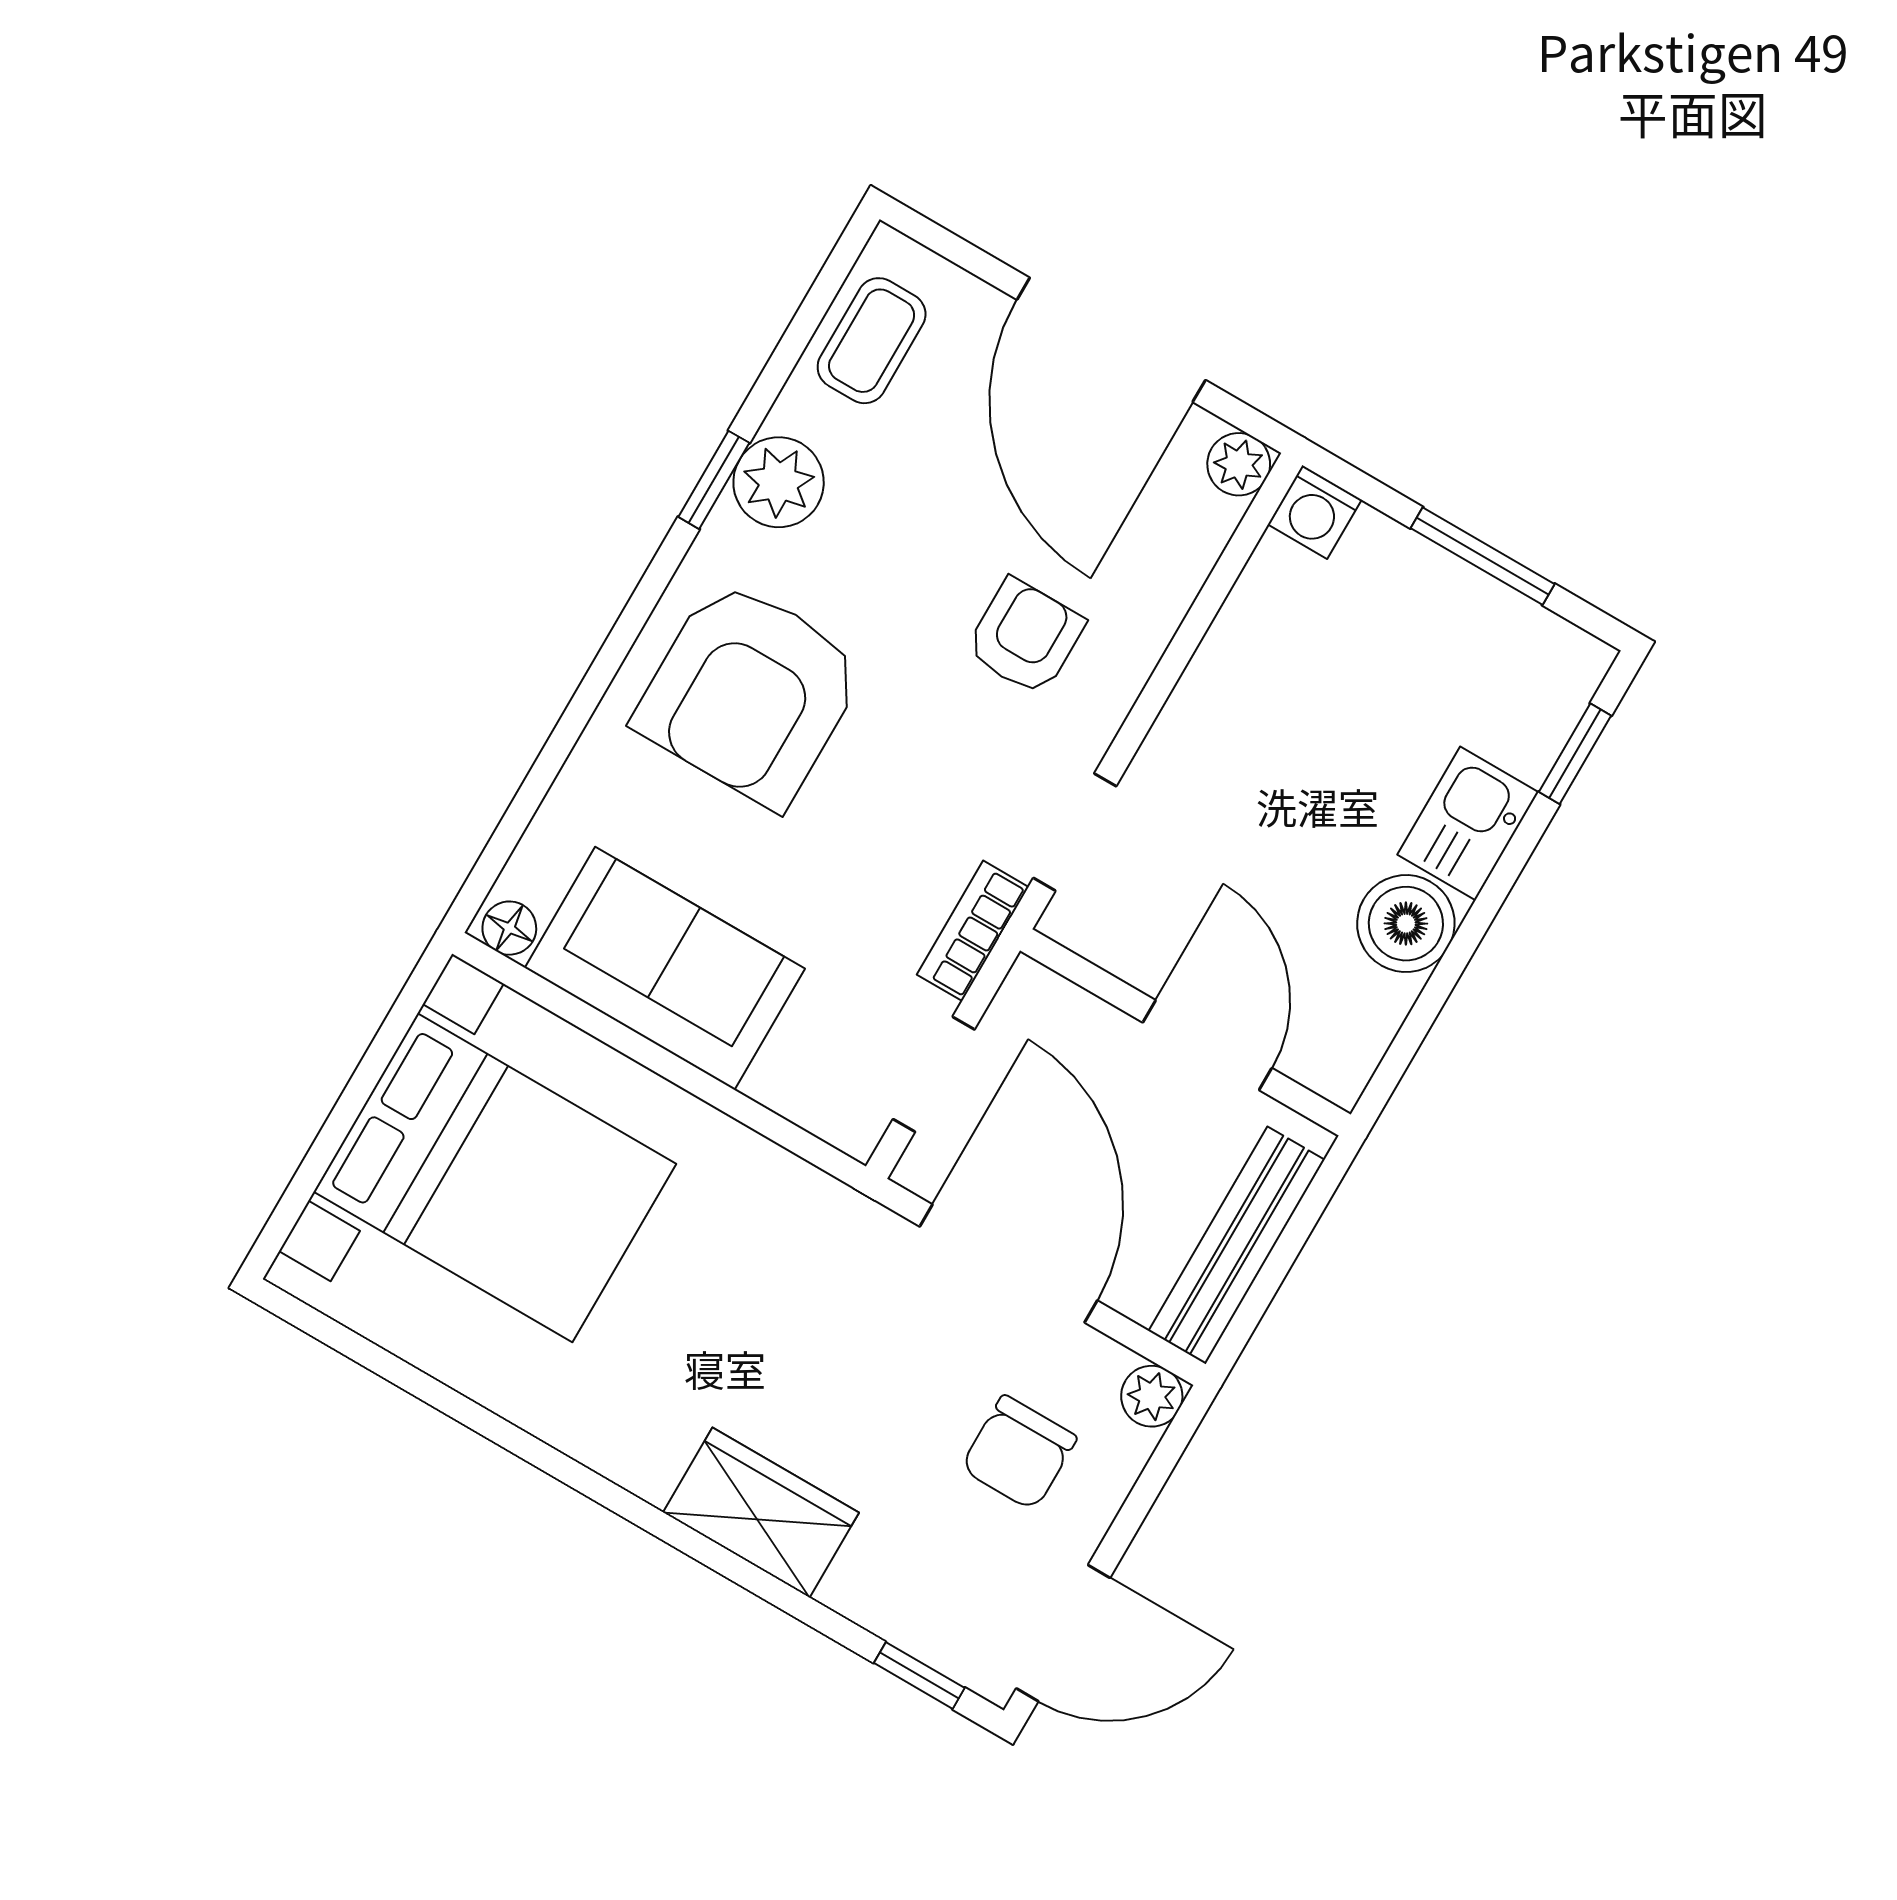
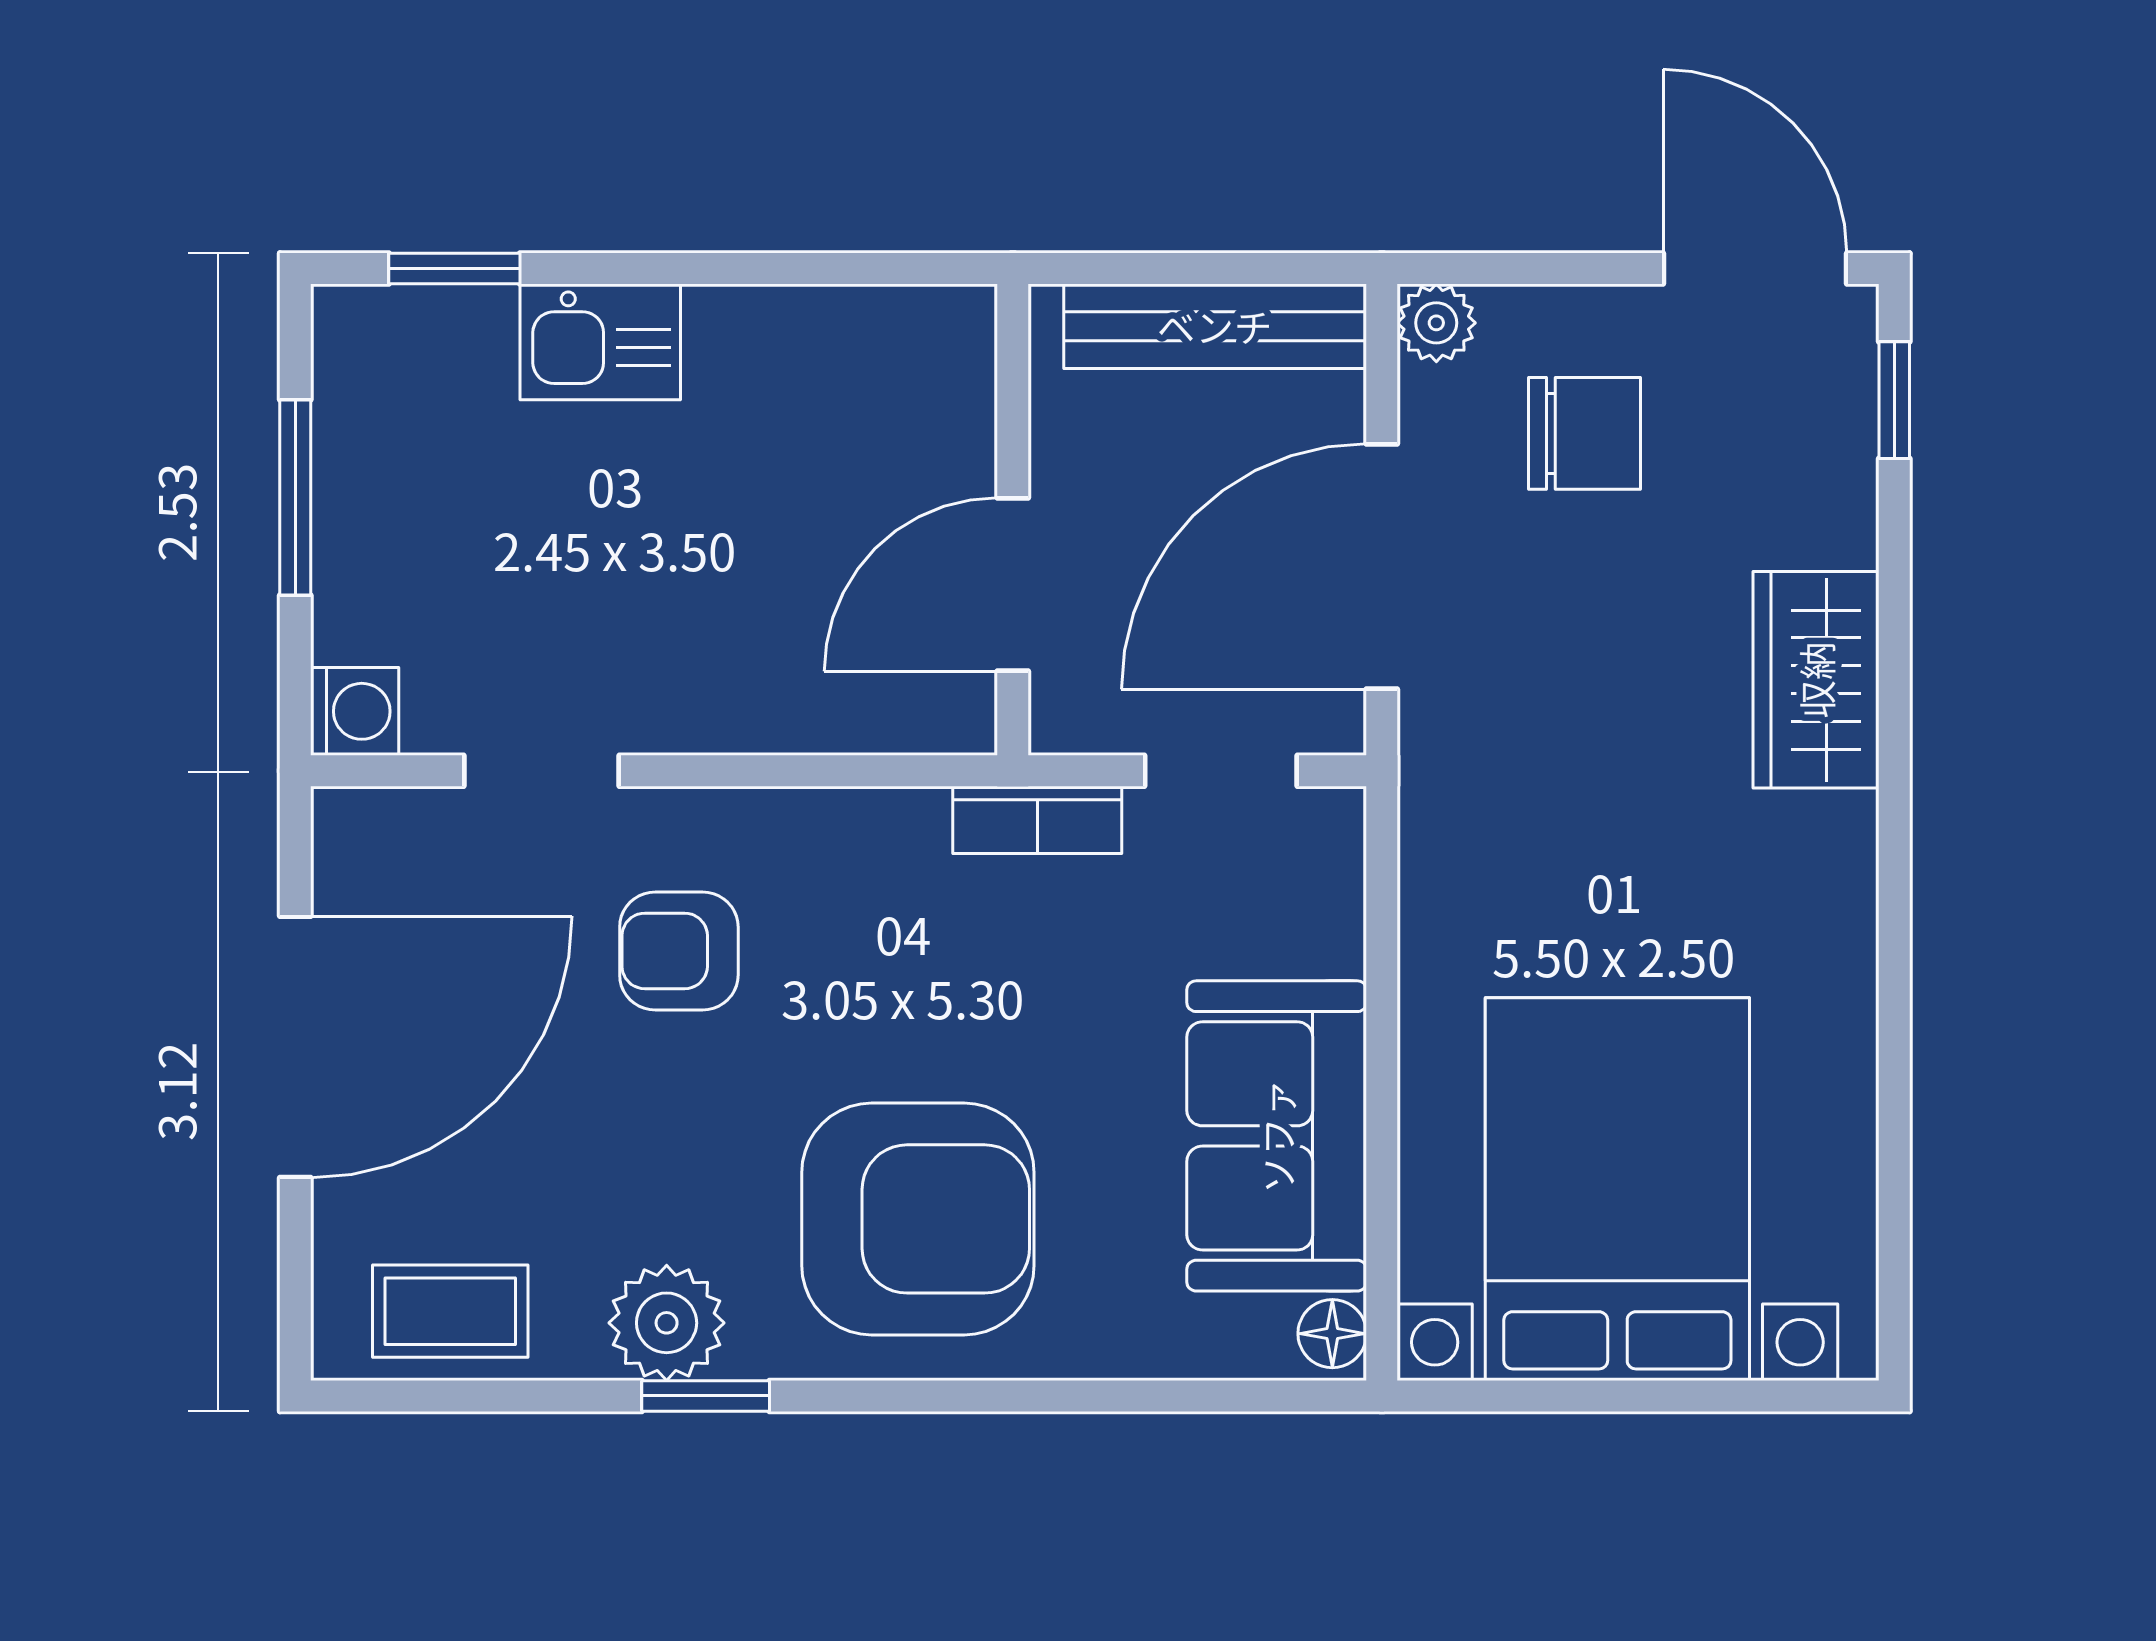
plant: (1239, 464) -> (351, 826), removed
doorway: (1075, 832) -> (541, 771), moved
boiler: (1406, 924) -> (751, 346), removed
door: (1207, 1045) -> (1013, 585), moved

